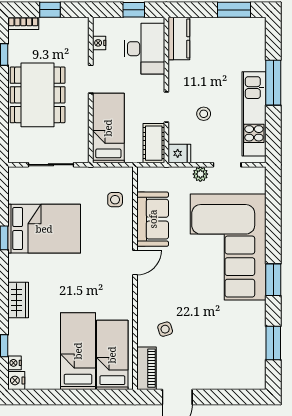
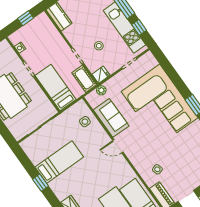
desk: (144, 49) -> (45, 34), removed
window: (273, 127) -> (139, 27), added
plant: (200, 174) -> (101, 90), moved
bed: (44, 229) -> (59, 162), width x0.67
door: (135, 262) -> (118, 146), swing flipped

